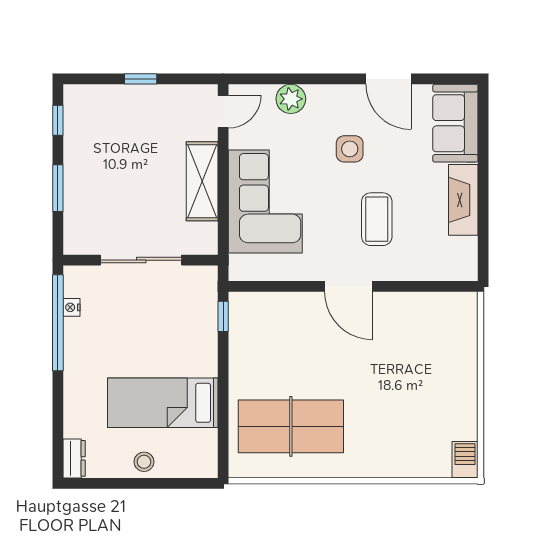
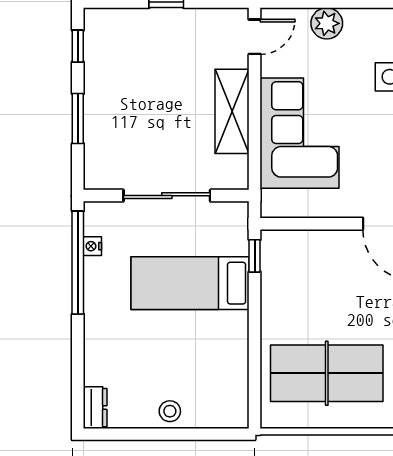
bed: (163, 403) -> (190, 283), moved

